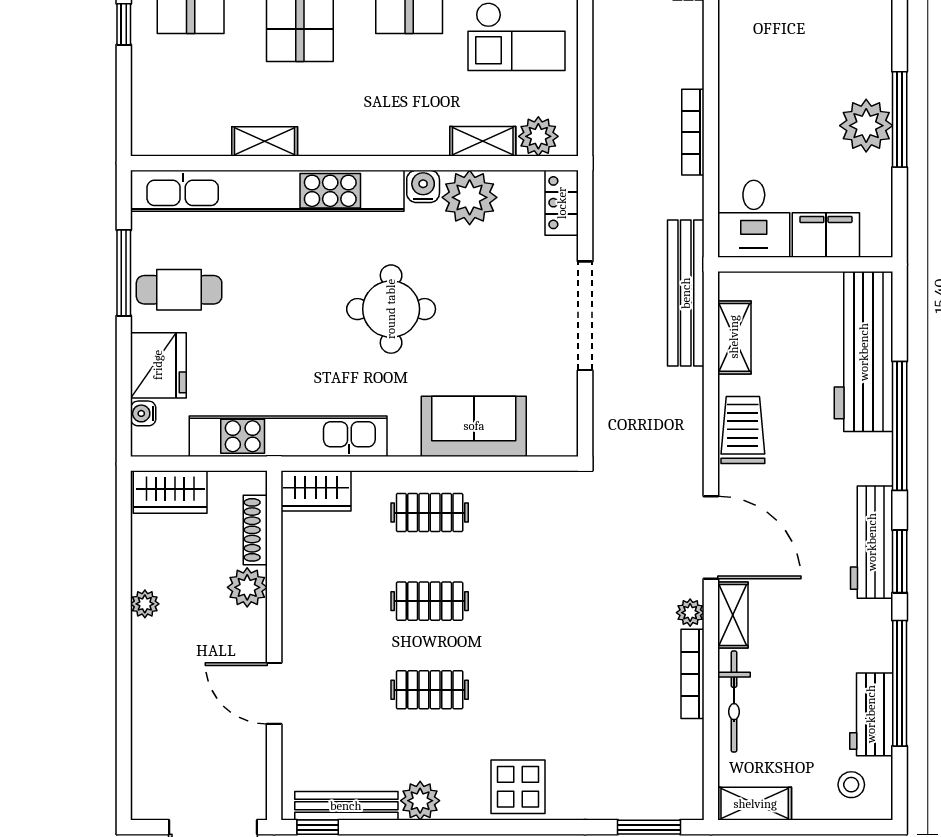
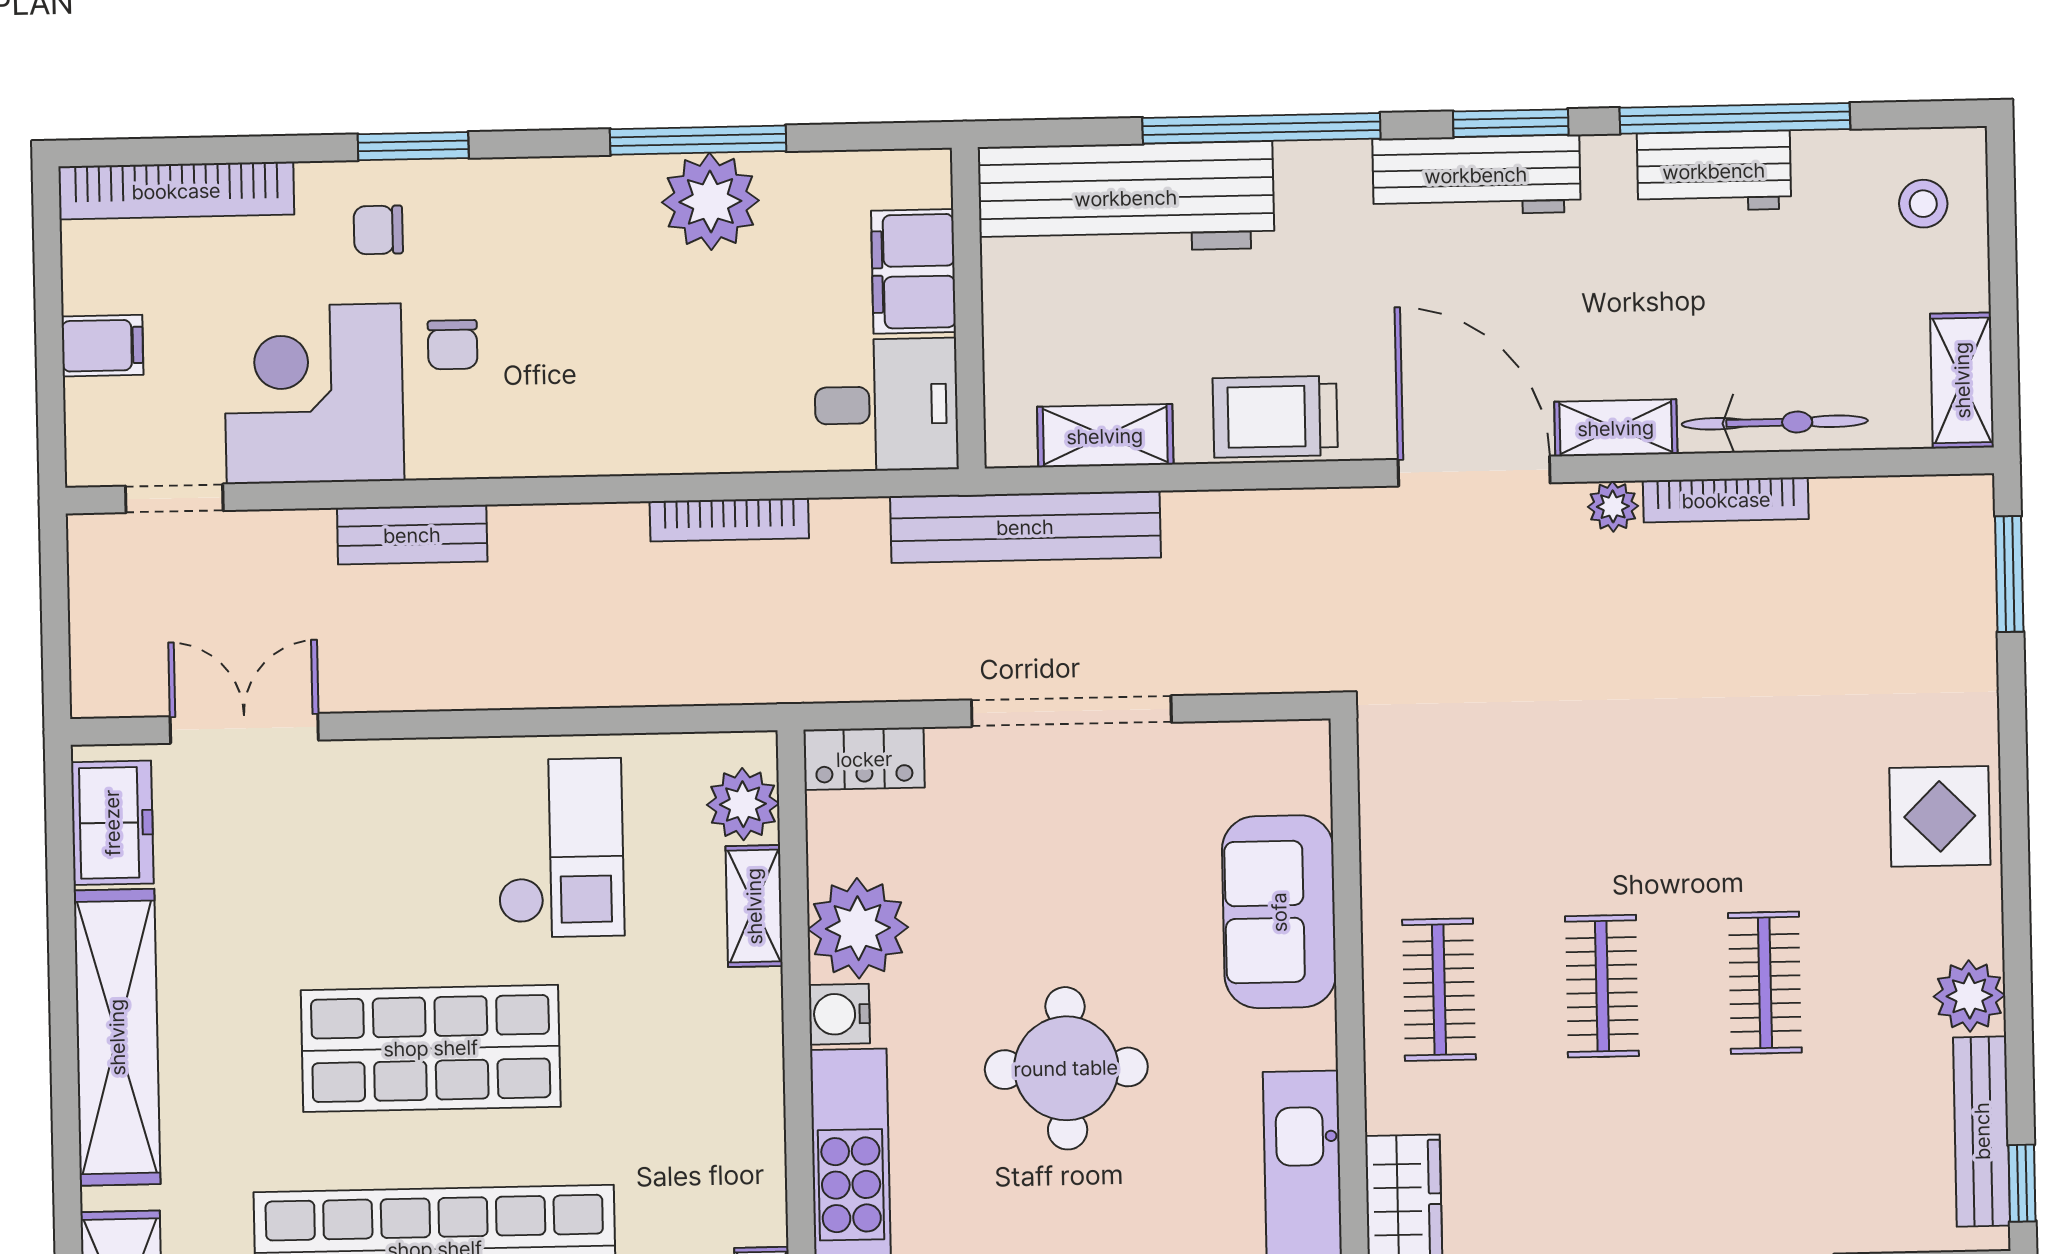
door: (711, 538) -> (1474, 471), hinge flipped
workbench: (871, 714) -> (1714, 171), moved

